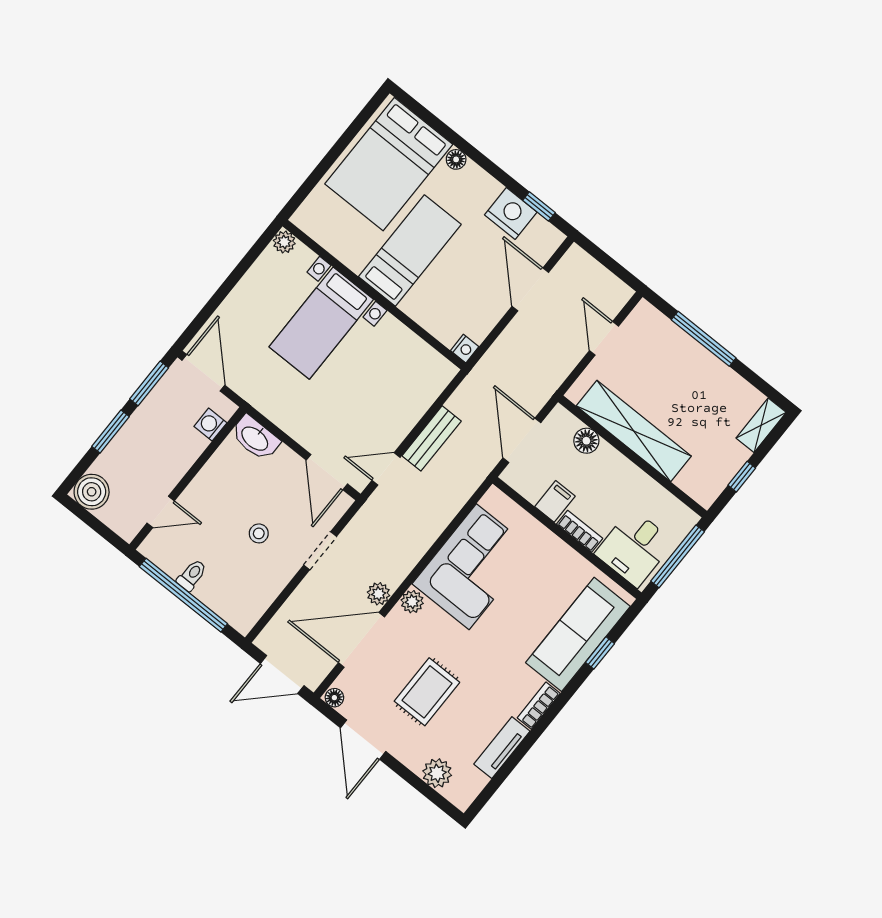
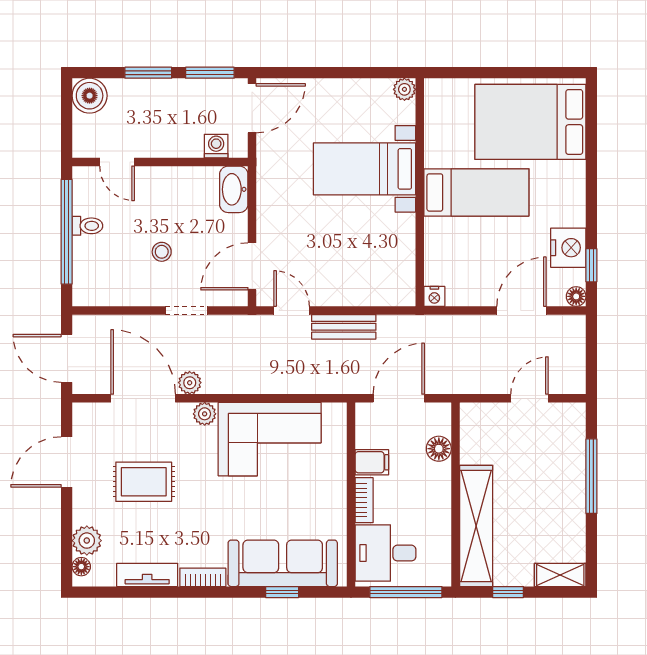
floor lamp: (456, 159) -> (576, 296), moved
shelving: (634, 431) -> (476, 526), moved
floor lamp: (334, 698) -> (81, 567), moved

